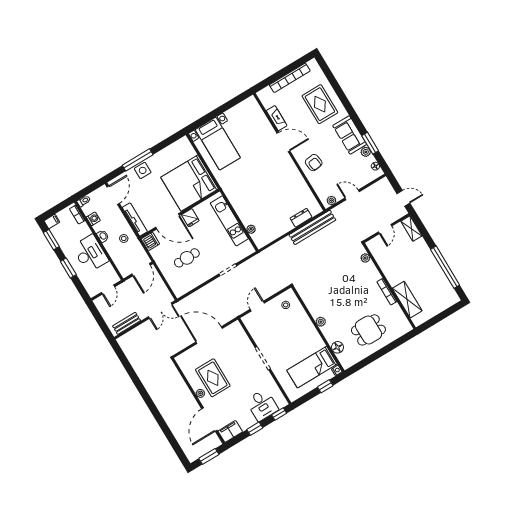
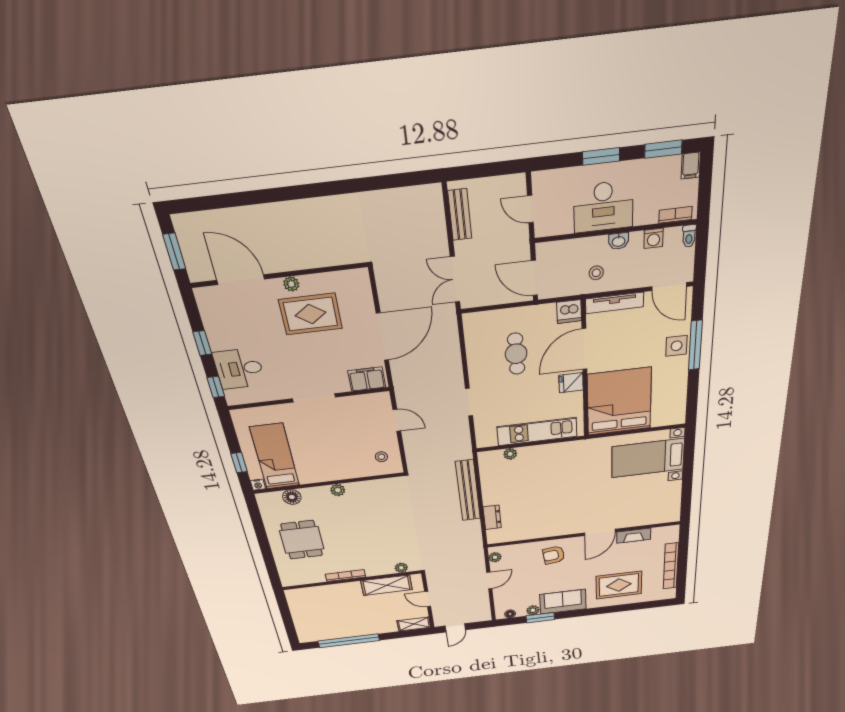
bench: (312, 227) -> (468, 490), moved
shelving: (407, 300) -> (387, 585), moved
filing cabinet: (230, 431) -> (367, 379), moved, turned -90

